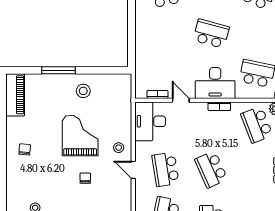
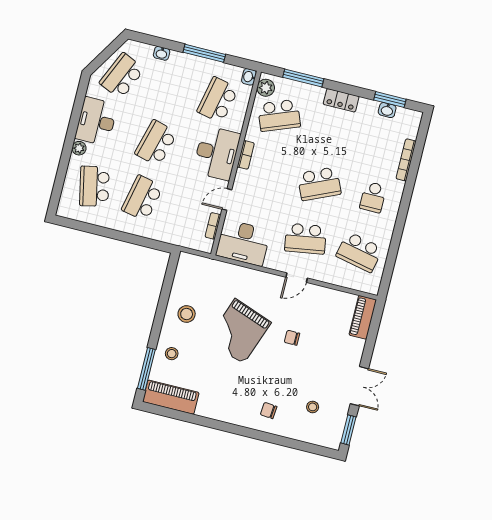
school desk: (165, 34) -> (142, 198), added
window: (58, 70) -> (146, 369), moved
grand piano: (80, 135) -> (239, 331), turned -70
stool: (119, 148) -> (172, 354), moved
chair: (25, 149) -> (269, 410), moved

